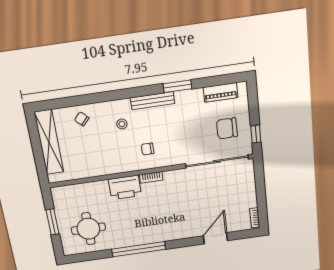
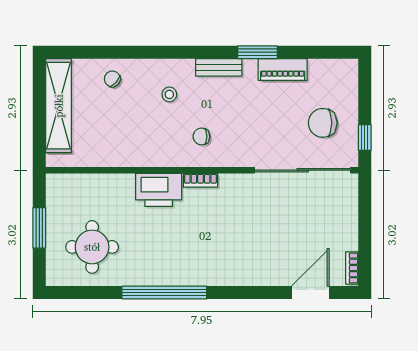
piano: (221, 92) -> (283, 70), moved
bench: (153, 101) -> (219, 67), width x0.73
door: (215, 238) -> (310, 293), moved

